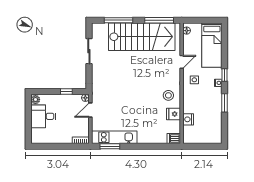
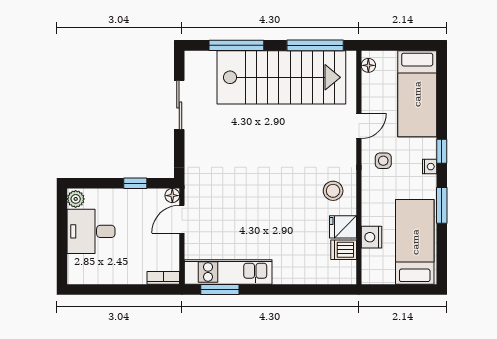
bed: (211, 122) -> (415, 242), added
dishwasher: (174, 139) -> (344, 250), moved

